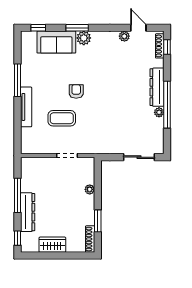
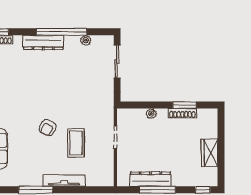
armchair: (76, 91) -> (48, 128), turned -62
plant: (159, 112) -> (86, 40), moved
dresser: (28, 212) -> (150, 179), moved
shoe rack: (90, 239) -> (182, 113), moved

